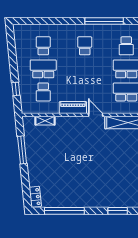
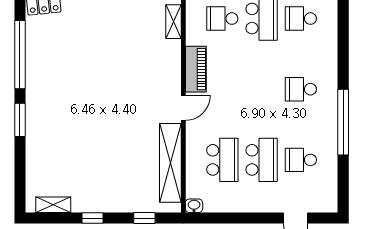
school desk: (43, 46) -> (301, 19), turned 180
school desk: (85, 46) -> (301, 89), turned 180
window: (118, 211) -> (20, 120), moved

